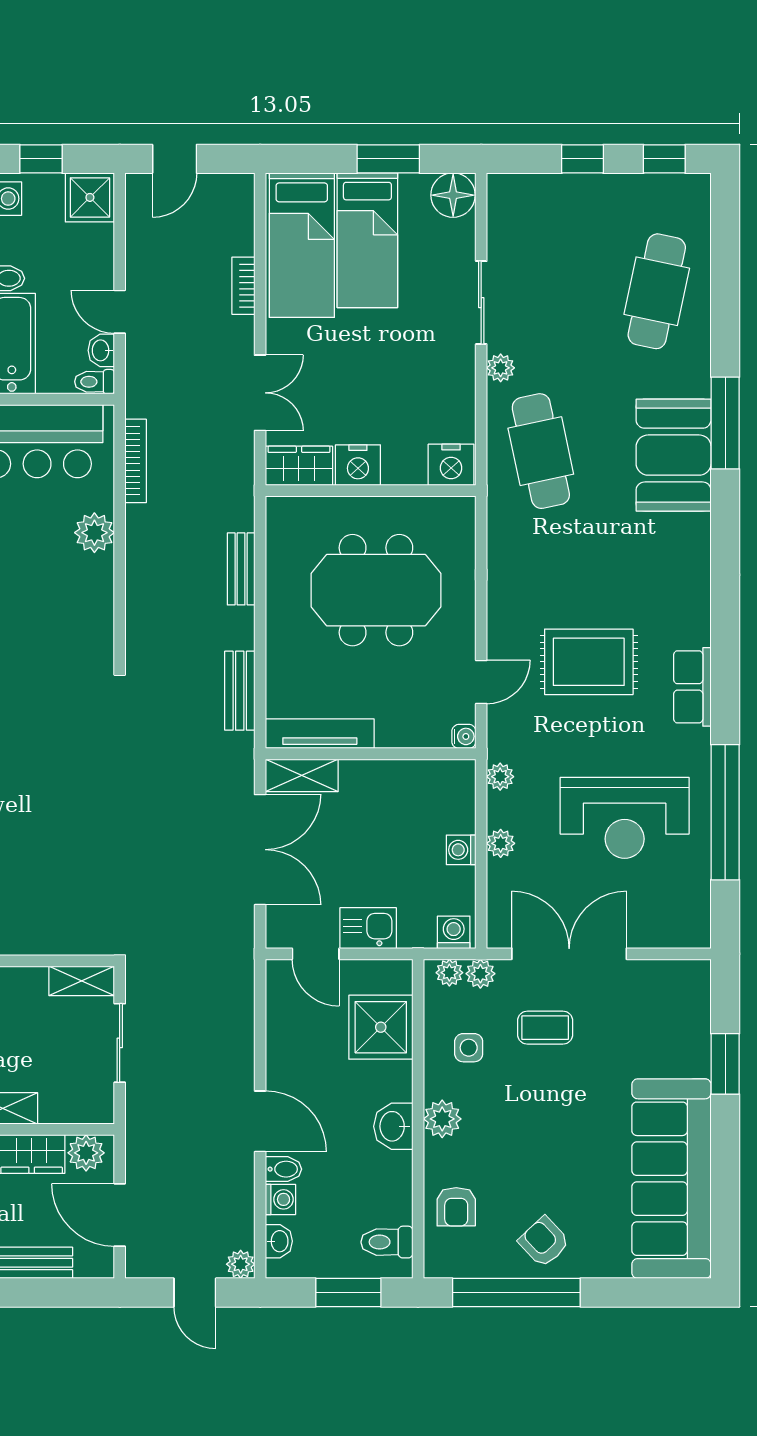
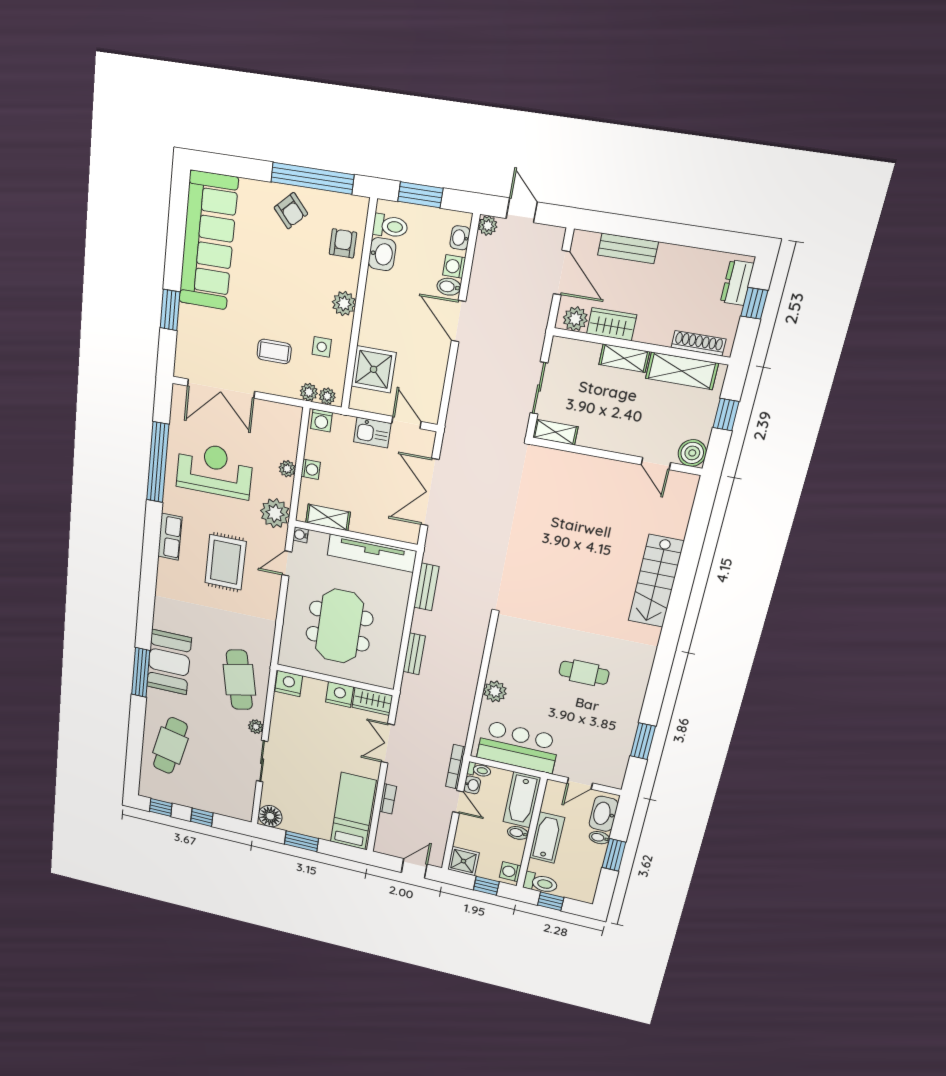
bed: (367, 240) -> (318, 805), removed
bookcase: (136, 461) -> (456, 767), moved
meeting table: (376, 590) -> (339, 626), turned 90
rug: (589, 662) -> (226, 562), turned 90
tv unit: (320, 734) -> (372, 553), width x1.36, depth x1.29
shelving: (302, 775) -> (328, 517), moved
plant: (500, 777) -> (275, 513), width x1.88, depth x1.88
double door: (569, 954) -> (221, 389), moved
washbasin: (393, 1126) -> (382, 254), moved

